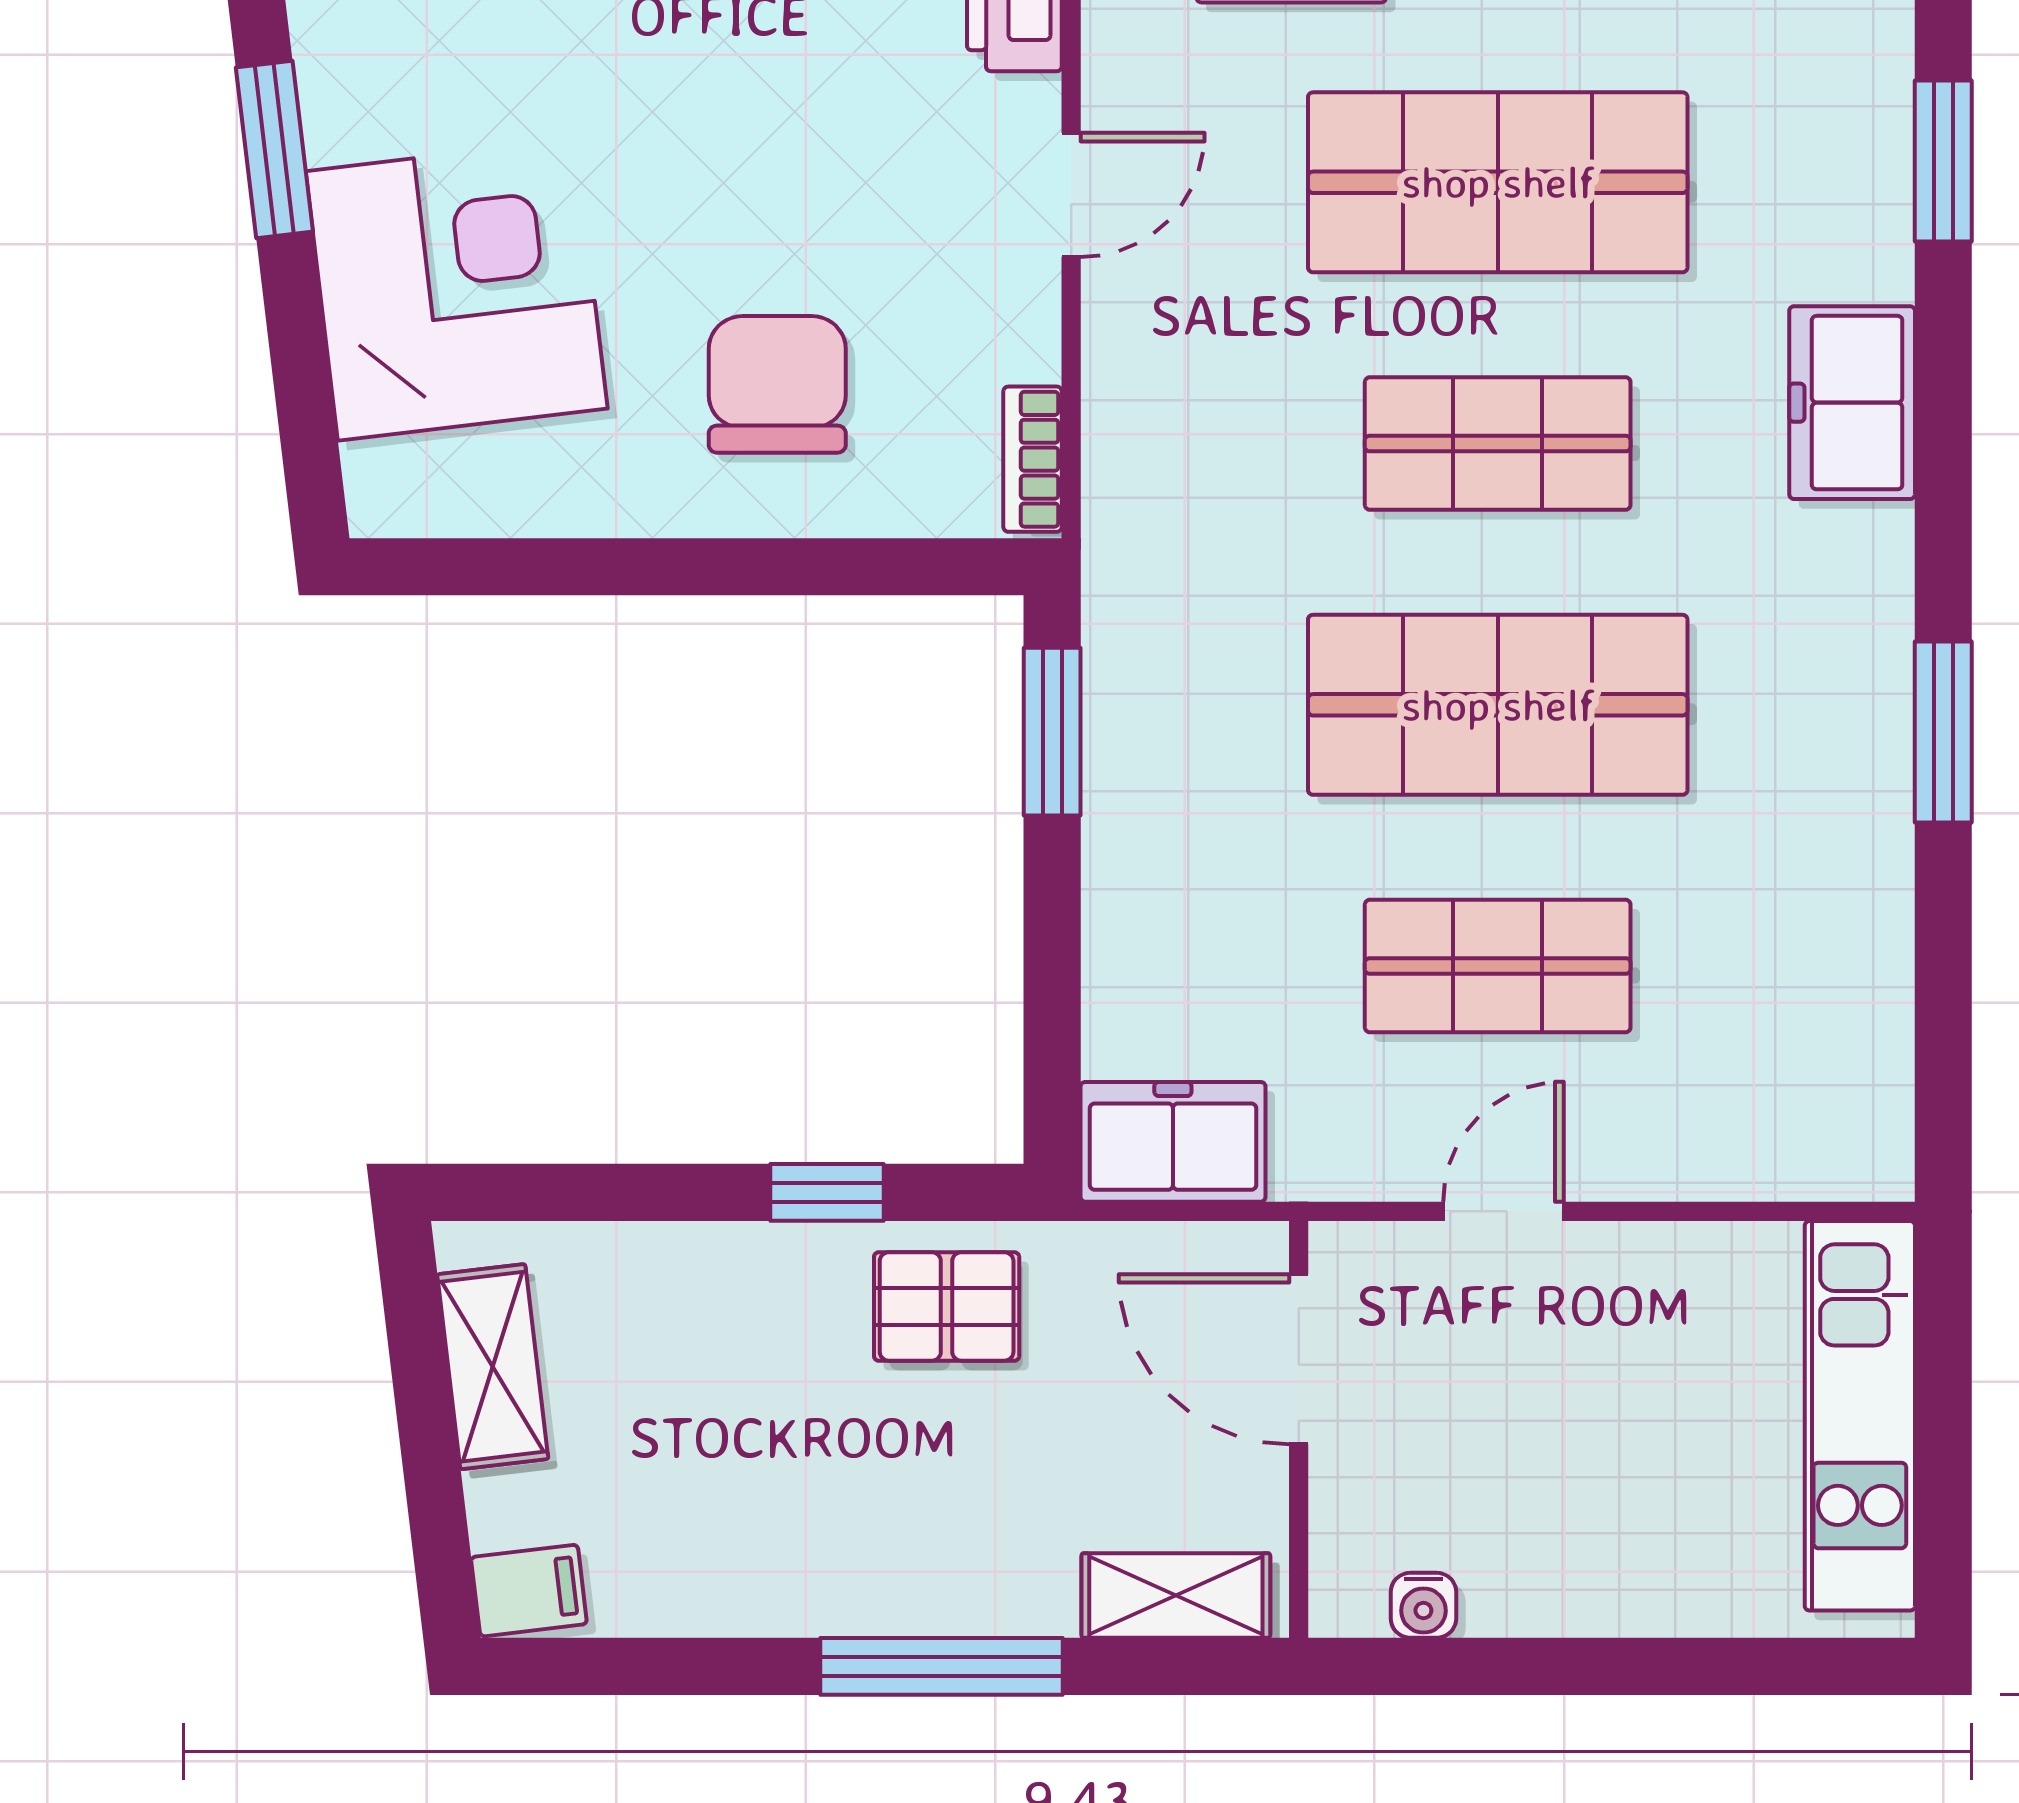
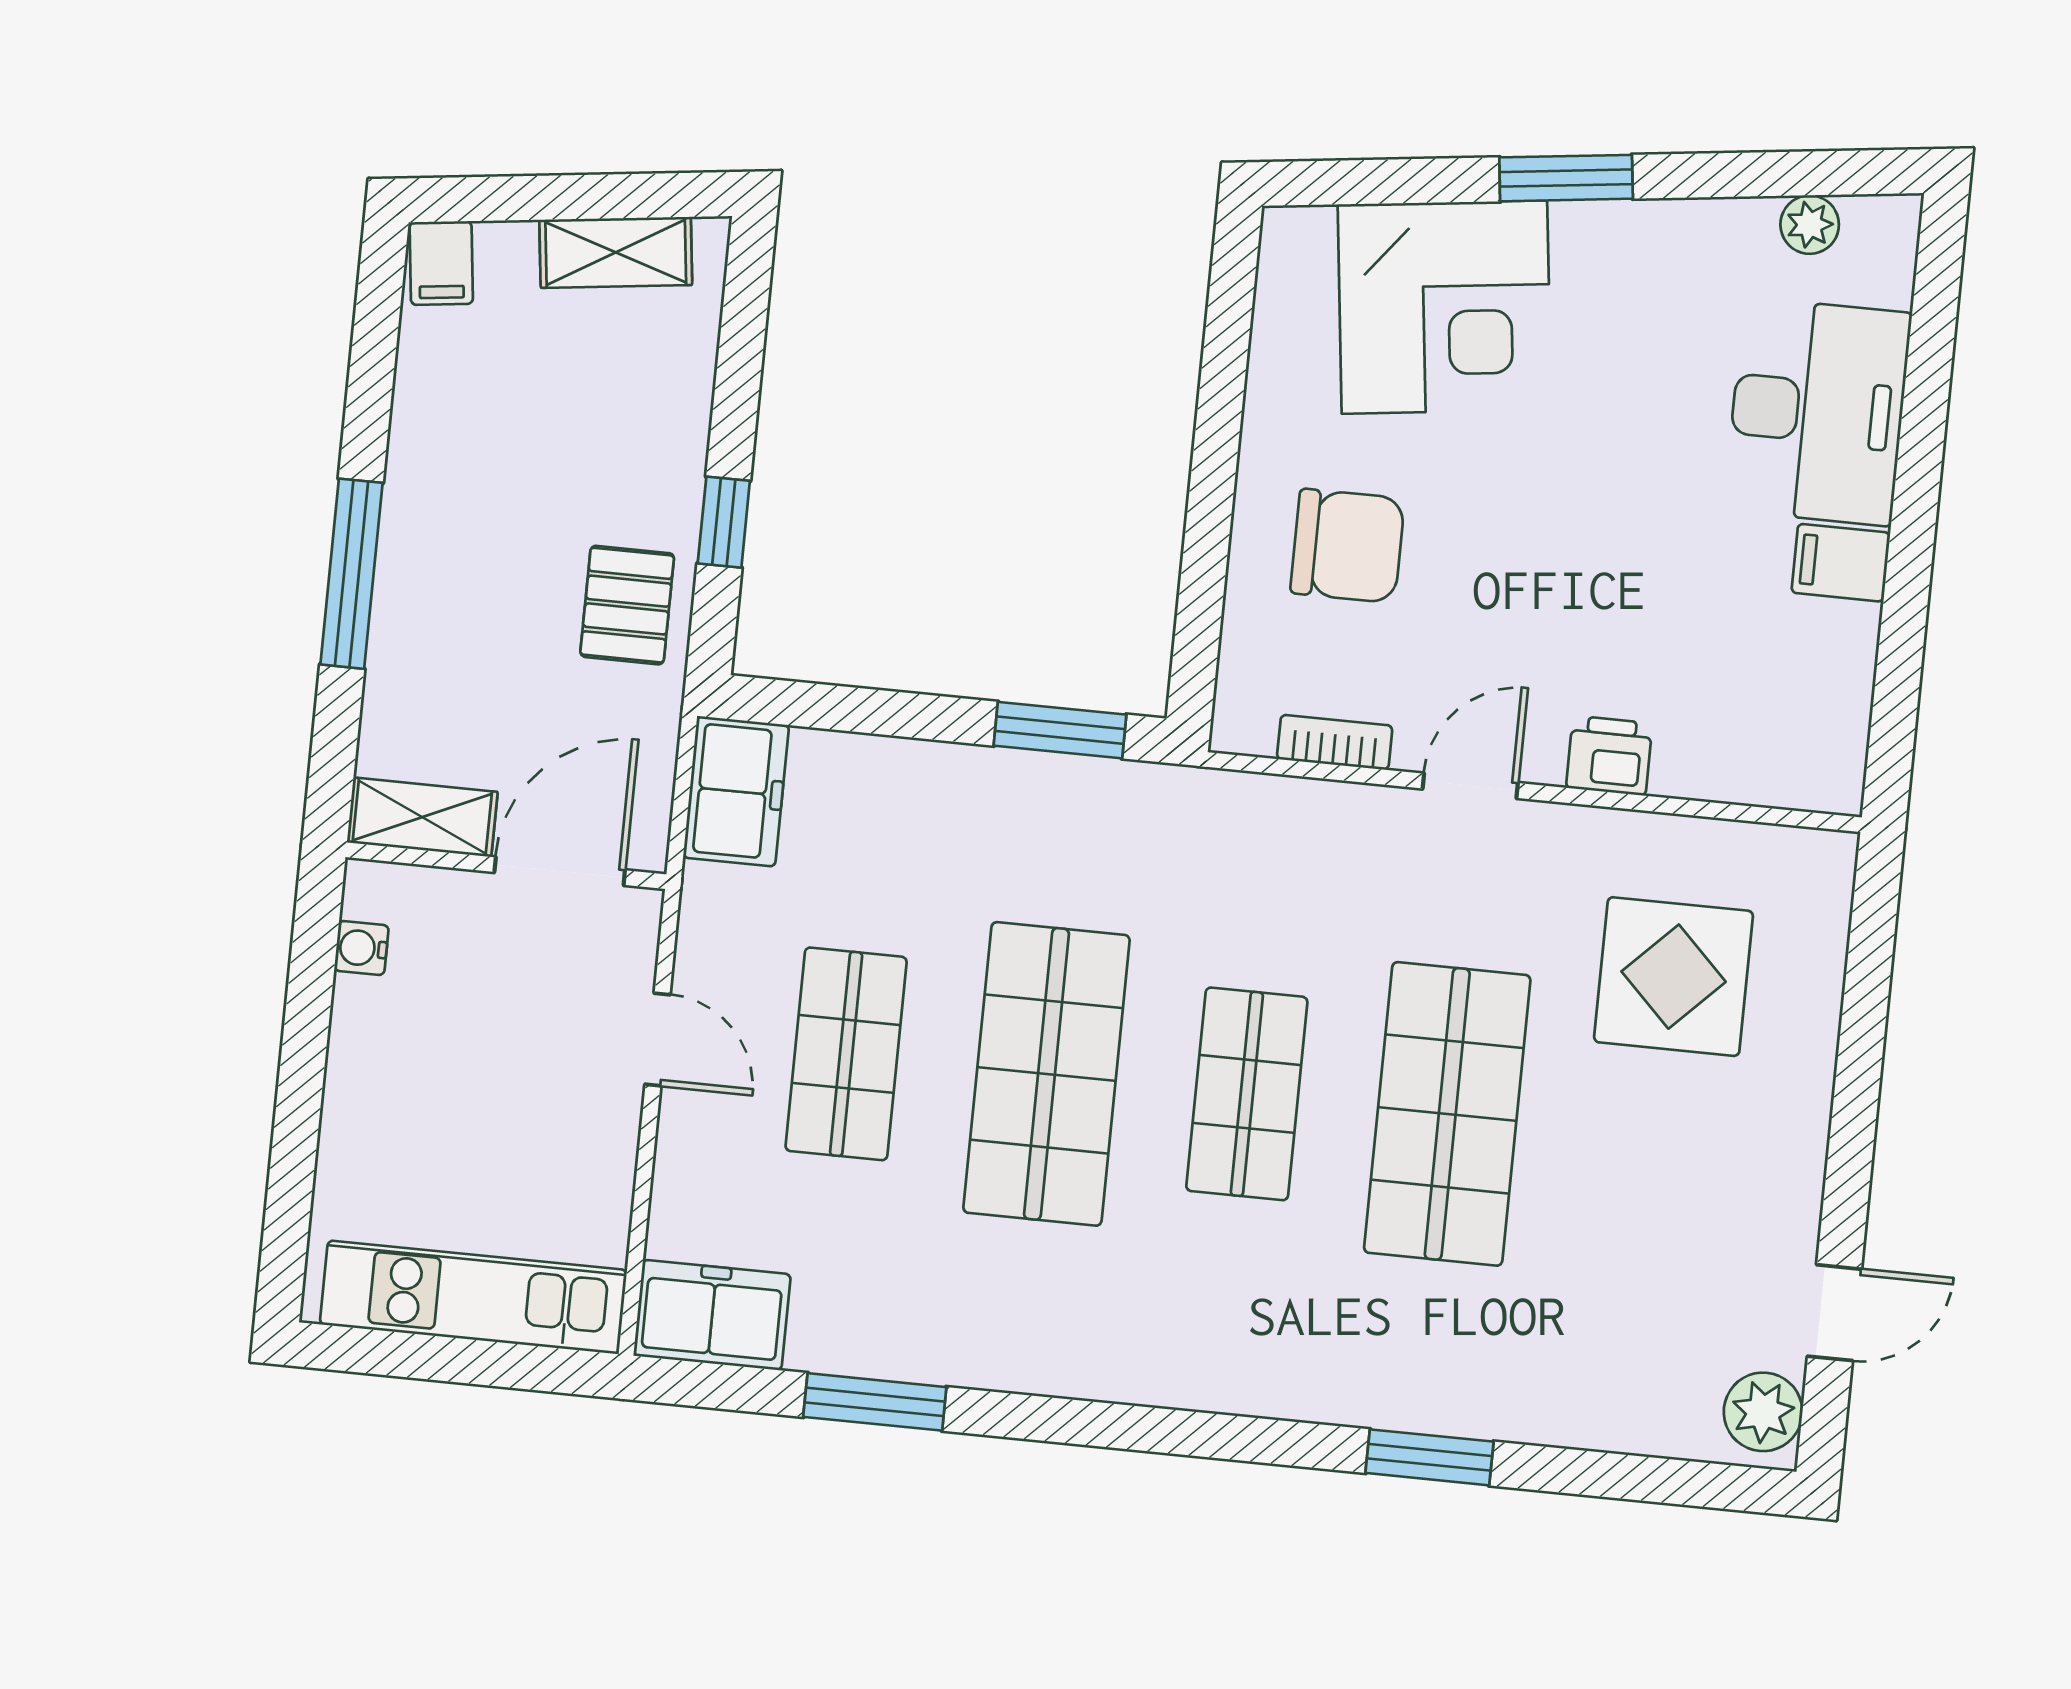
door: (1071, 195) -> (1470, 786), swing flipped
freezer: (1852, 403) -> (712, 1315), moved
bookcase: (1033, 459) -> (1335, 742), moved
window: (1943, 732) -> (875, 1402), moved
shelving: (1176, 1595) -> (422, 817), moved, turned 90

